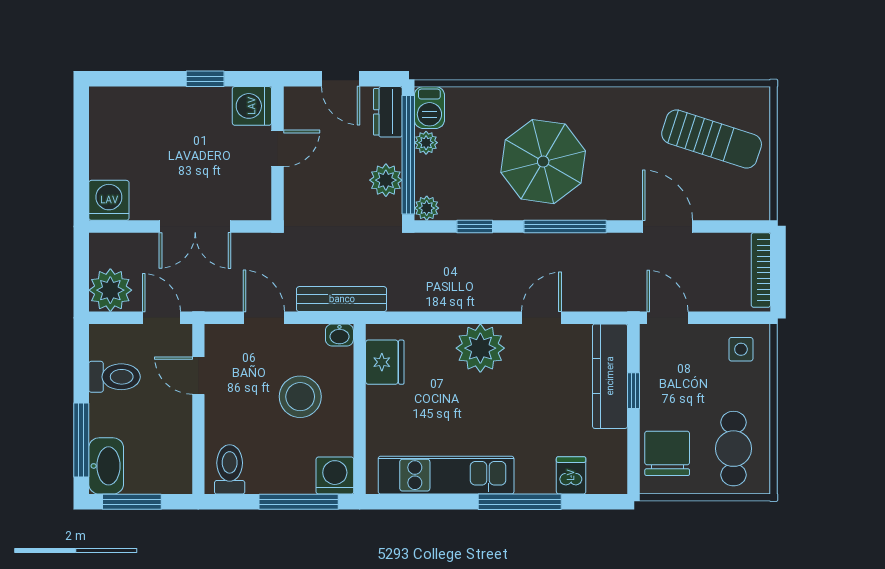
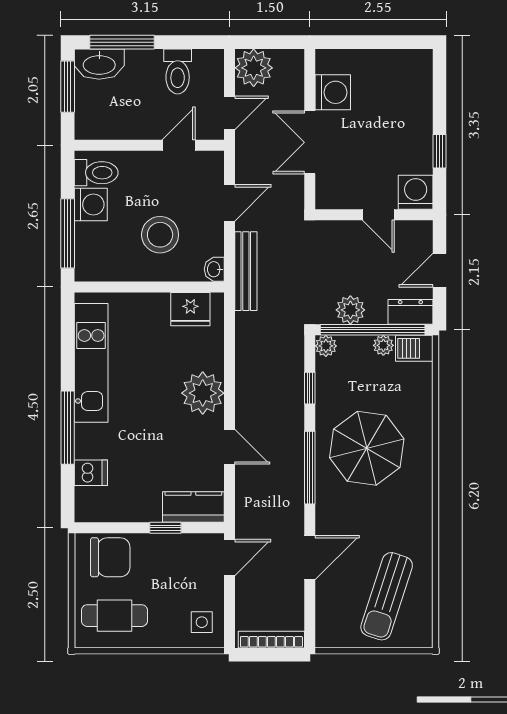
washing machine: (109, 200) -> (333, 92), moved
kitchen counter: (610, 376) -> (193, 507), width x0.67
washing machine: (335, 476) -> (91, 204), moved

